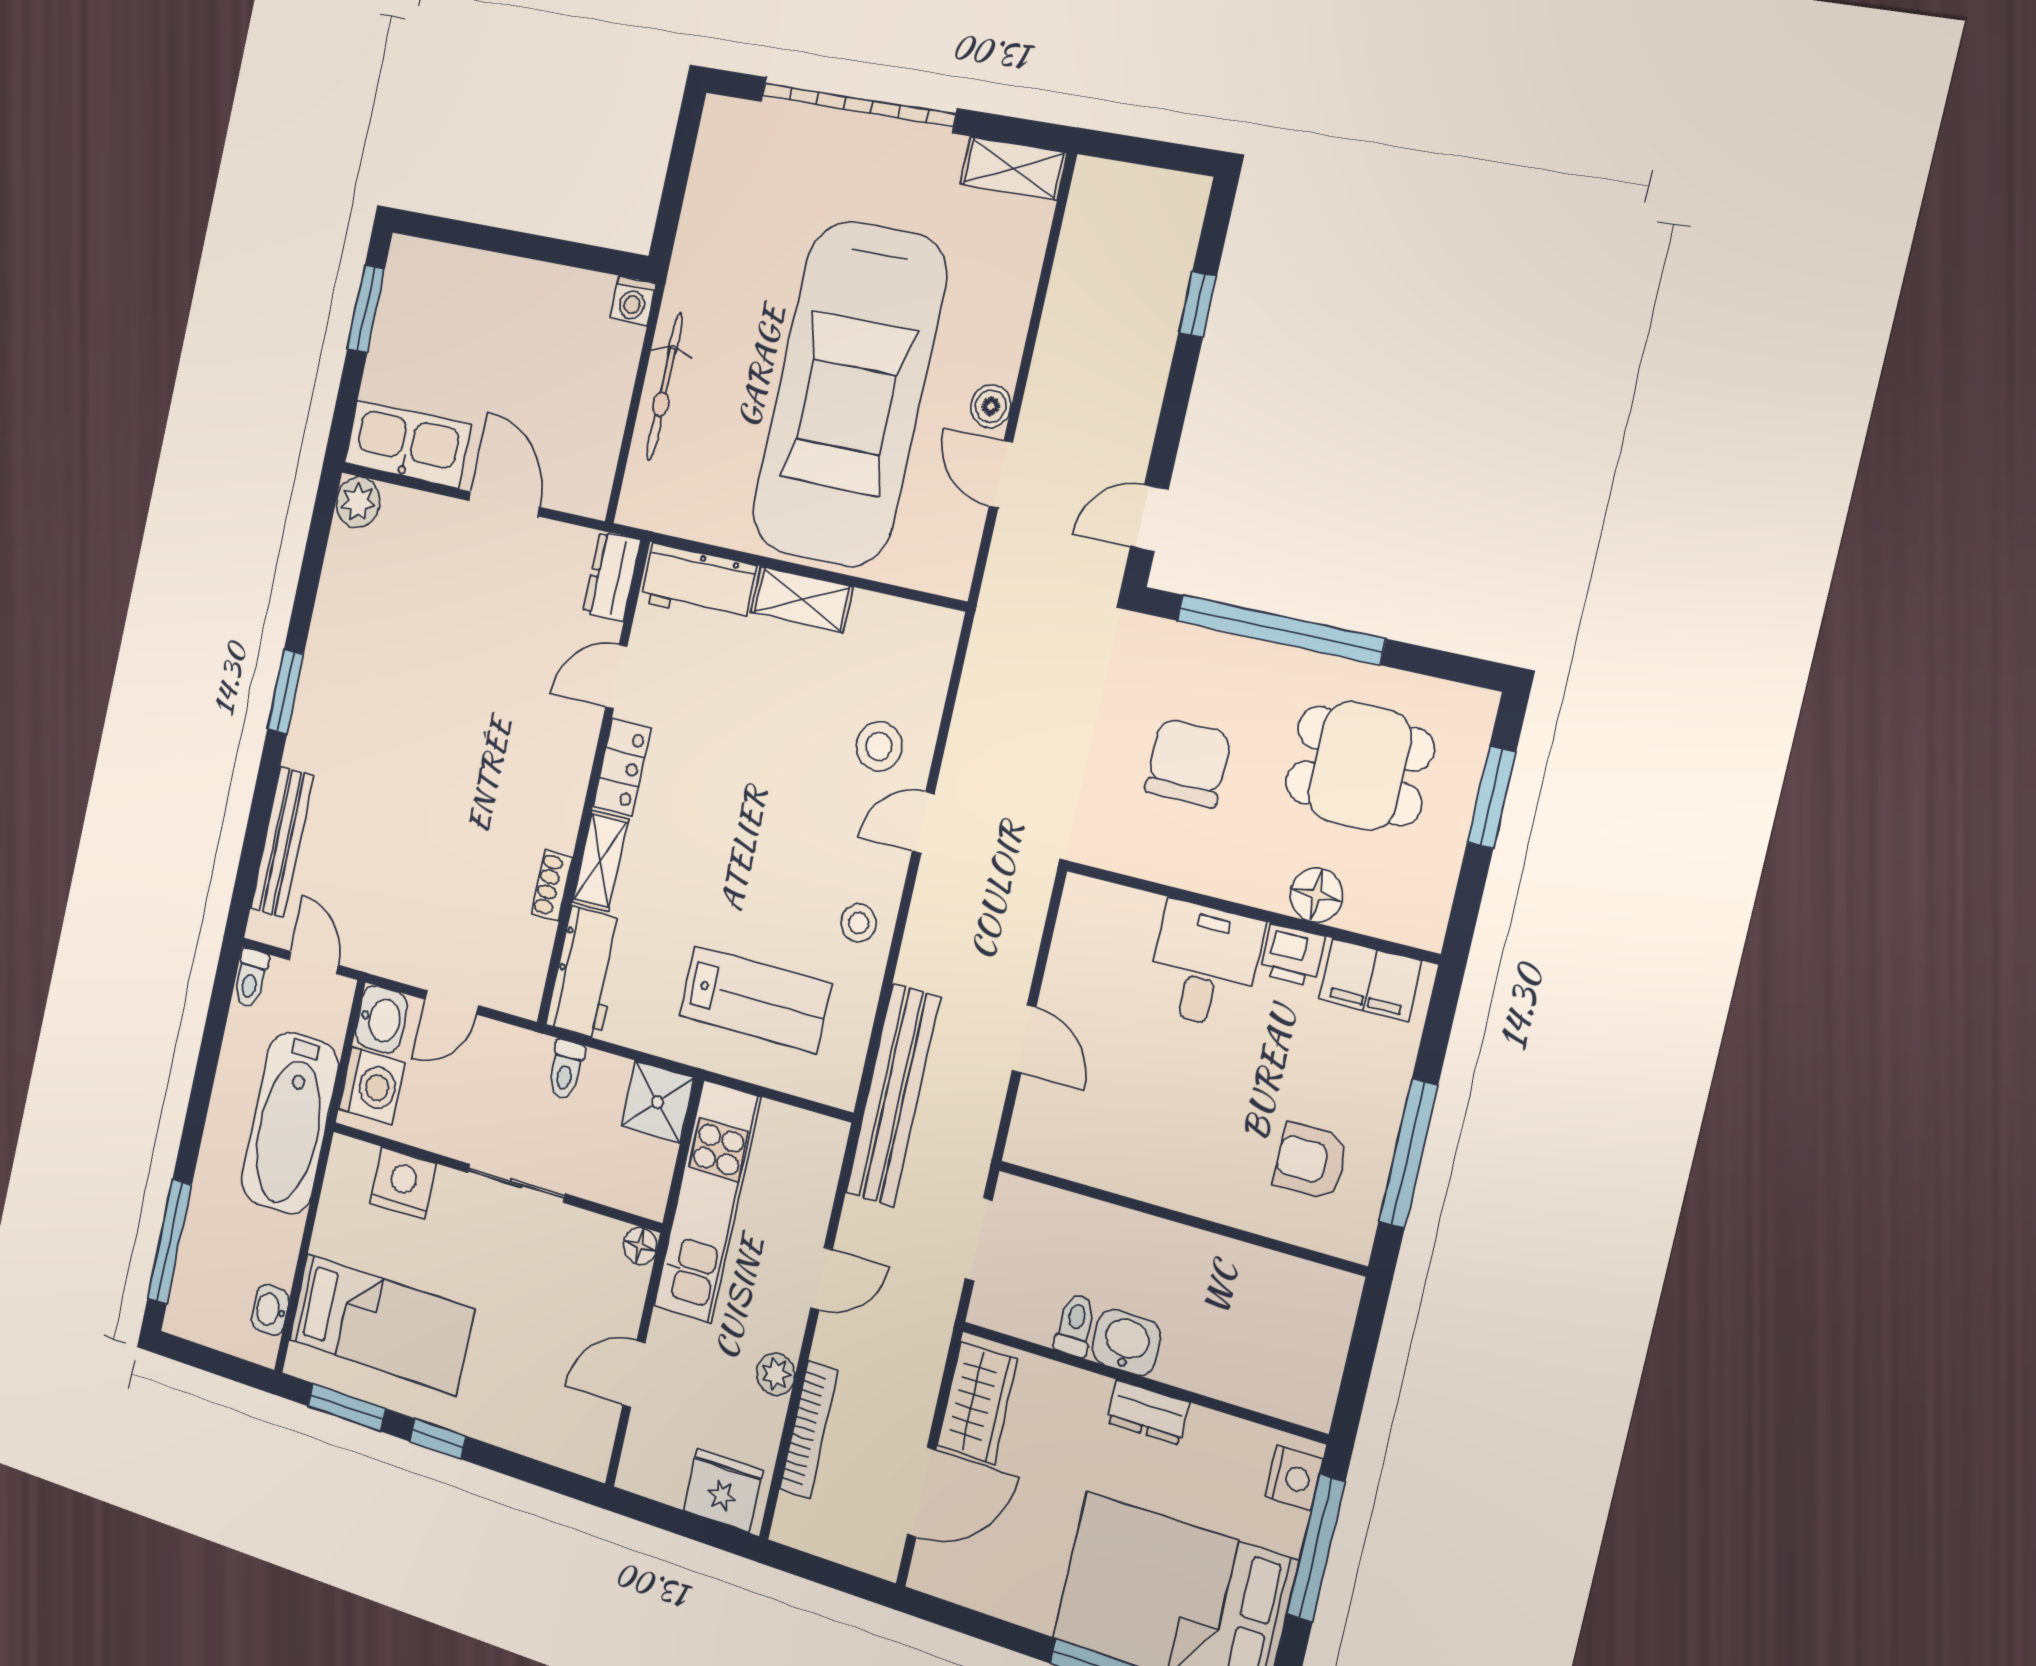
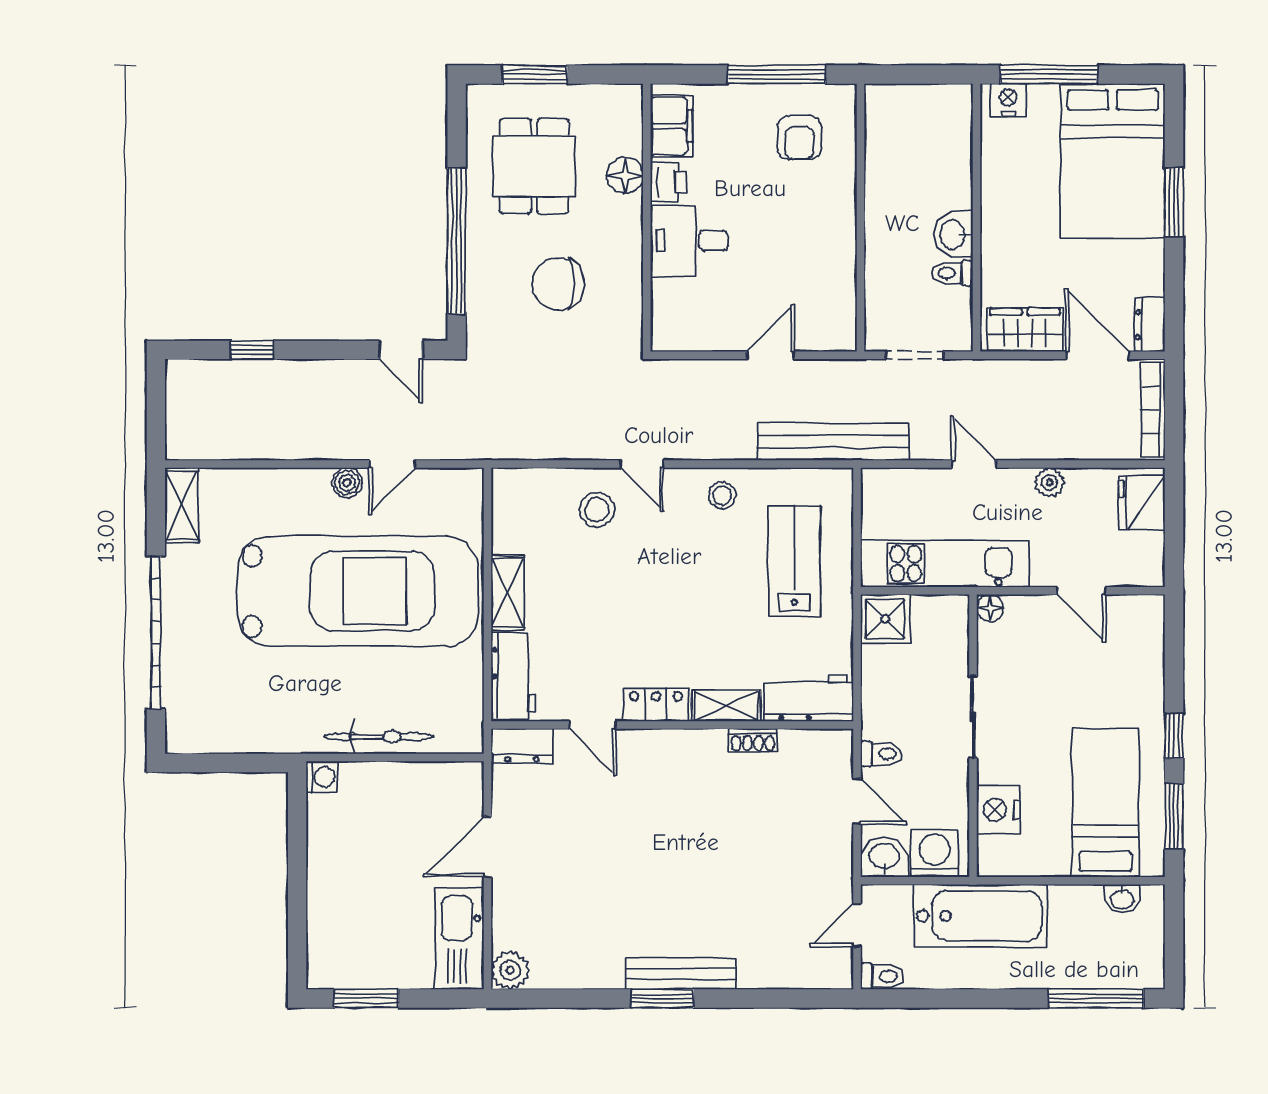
bench: (282, 842) -> (681, 974), moved
toilet: (566, 1070) -> (881, 754), moved
dresser: (1148, 1412) -> (1150, 325), moved, turned 180
bookcase: (809, 1430) -> (1153, 410), moved, turned -90

